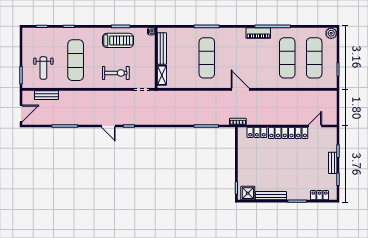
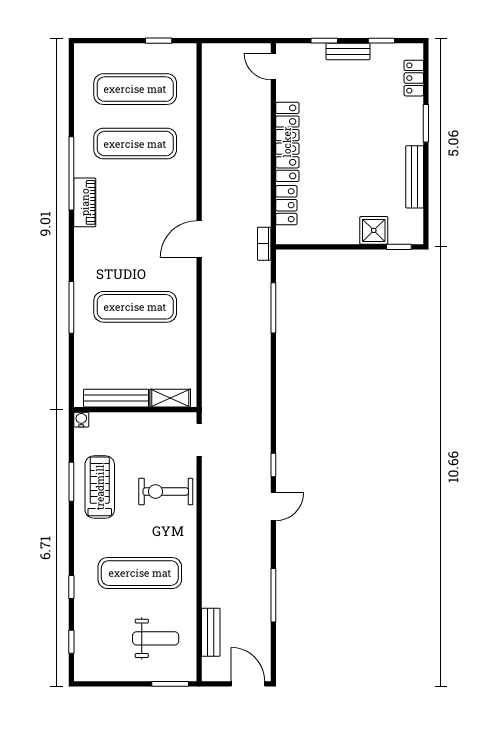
plant: (331, 33) -> (85, 55), removed
exercise bike: (116, 73) -> (166, 492), turned -90
door: (315, 126) -> (273, 67), moved
shower: (248, 193) -> (374, 230), moved

